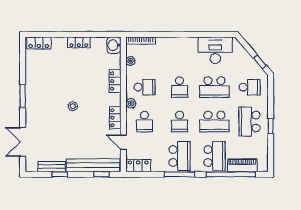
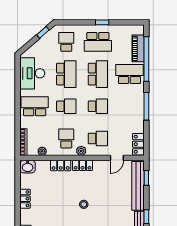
locker: (115, 118) -> (83, 165), moved
school desk: (179, 156) -> (35, 106), moved

